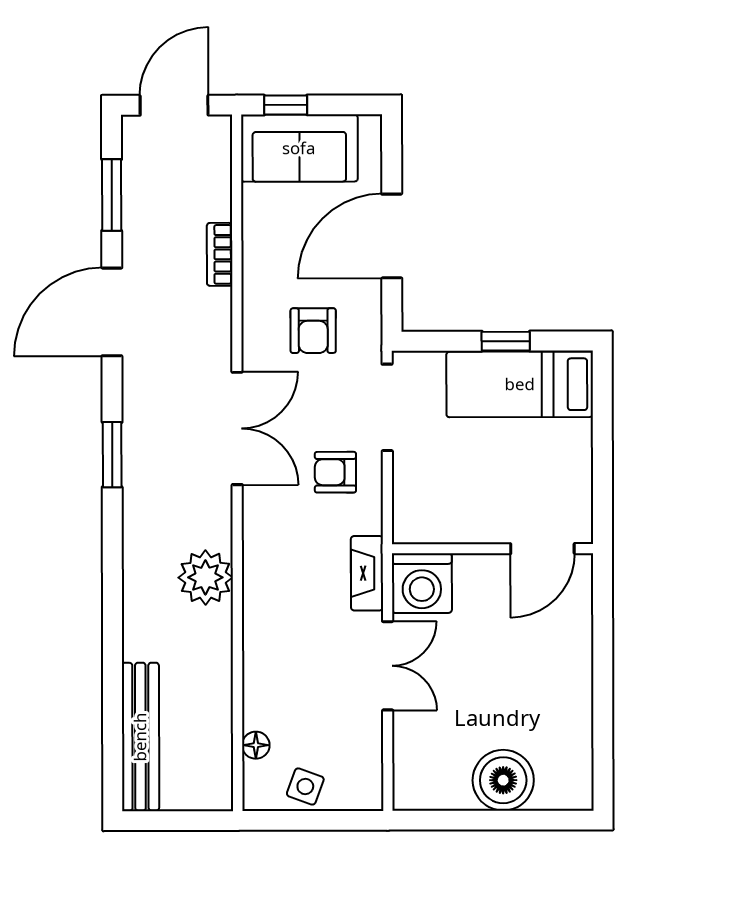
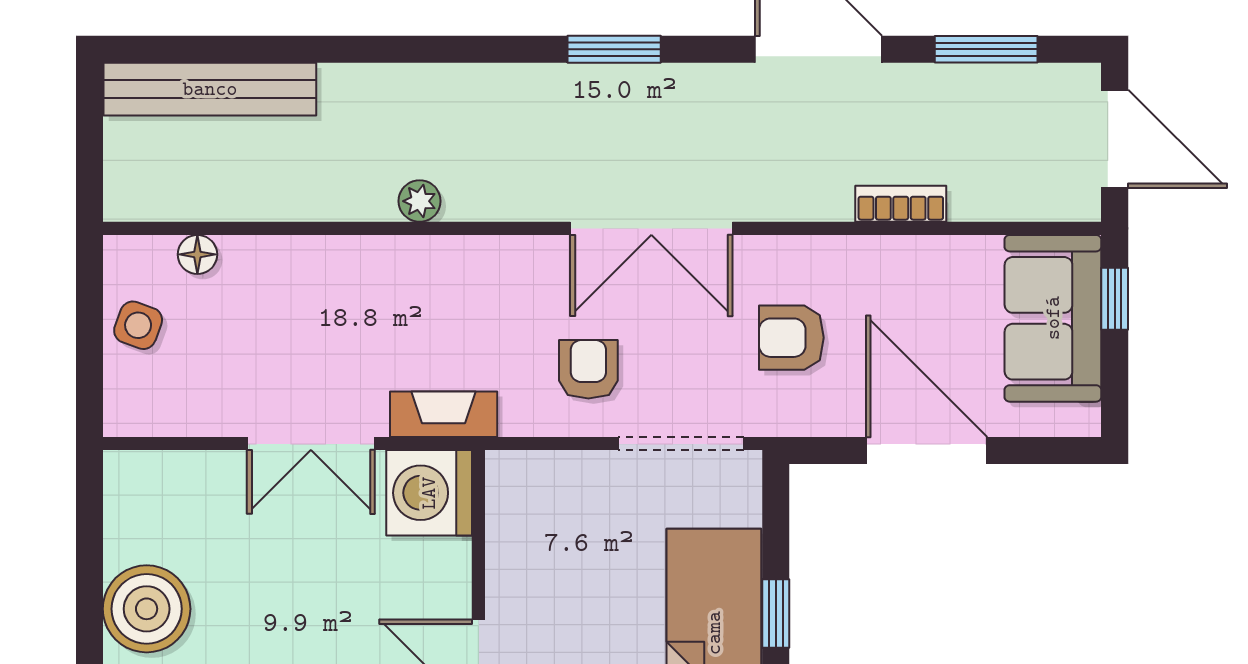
plant: (205, 577) -> (420, 201), width x0.53, depth x0.53

